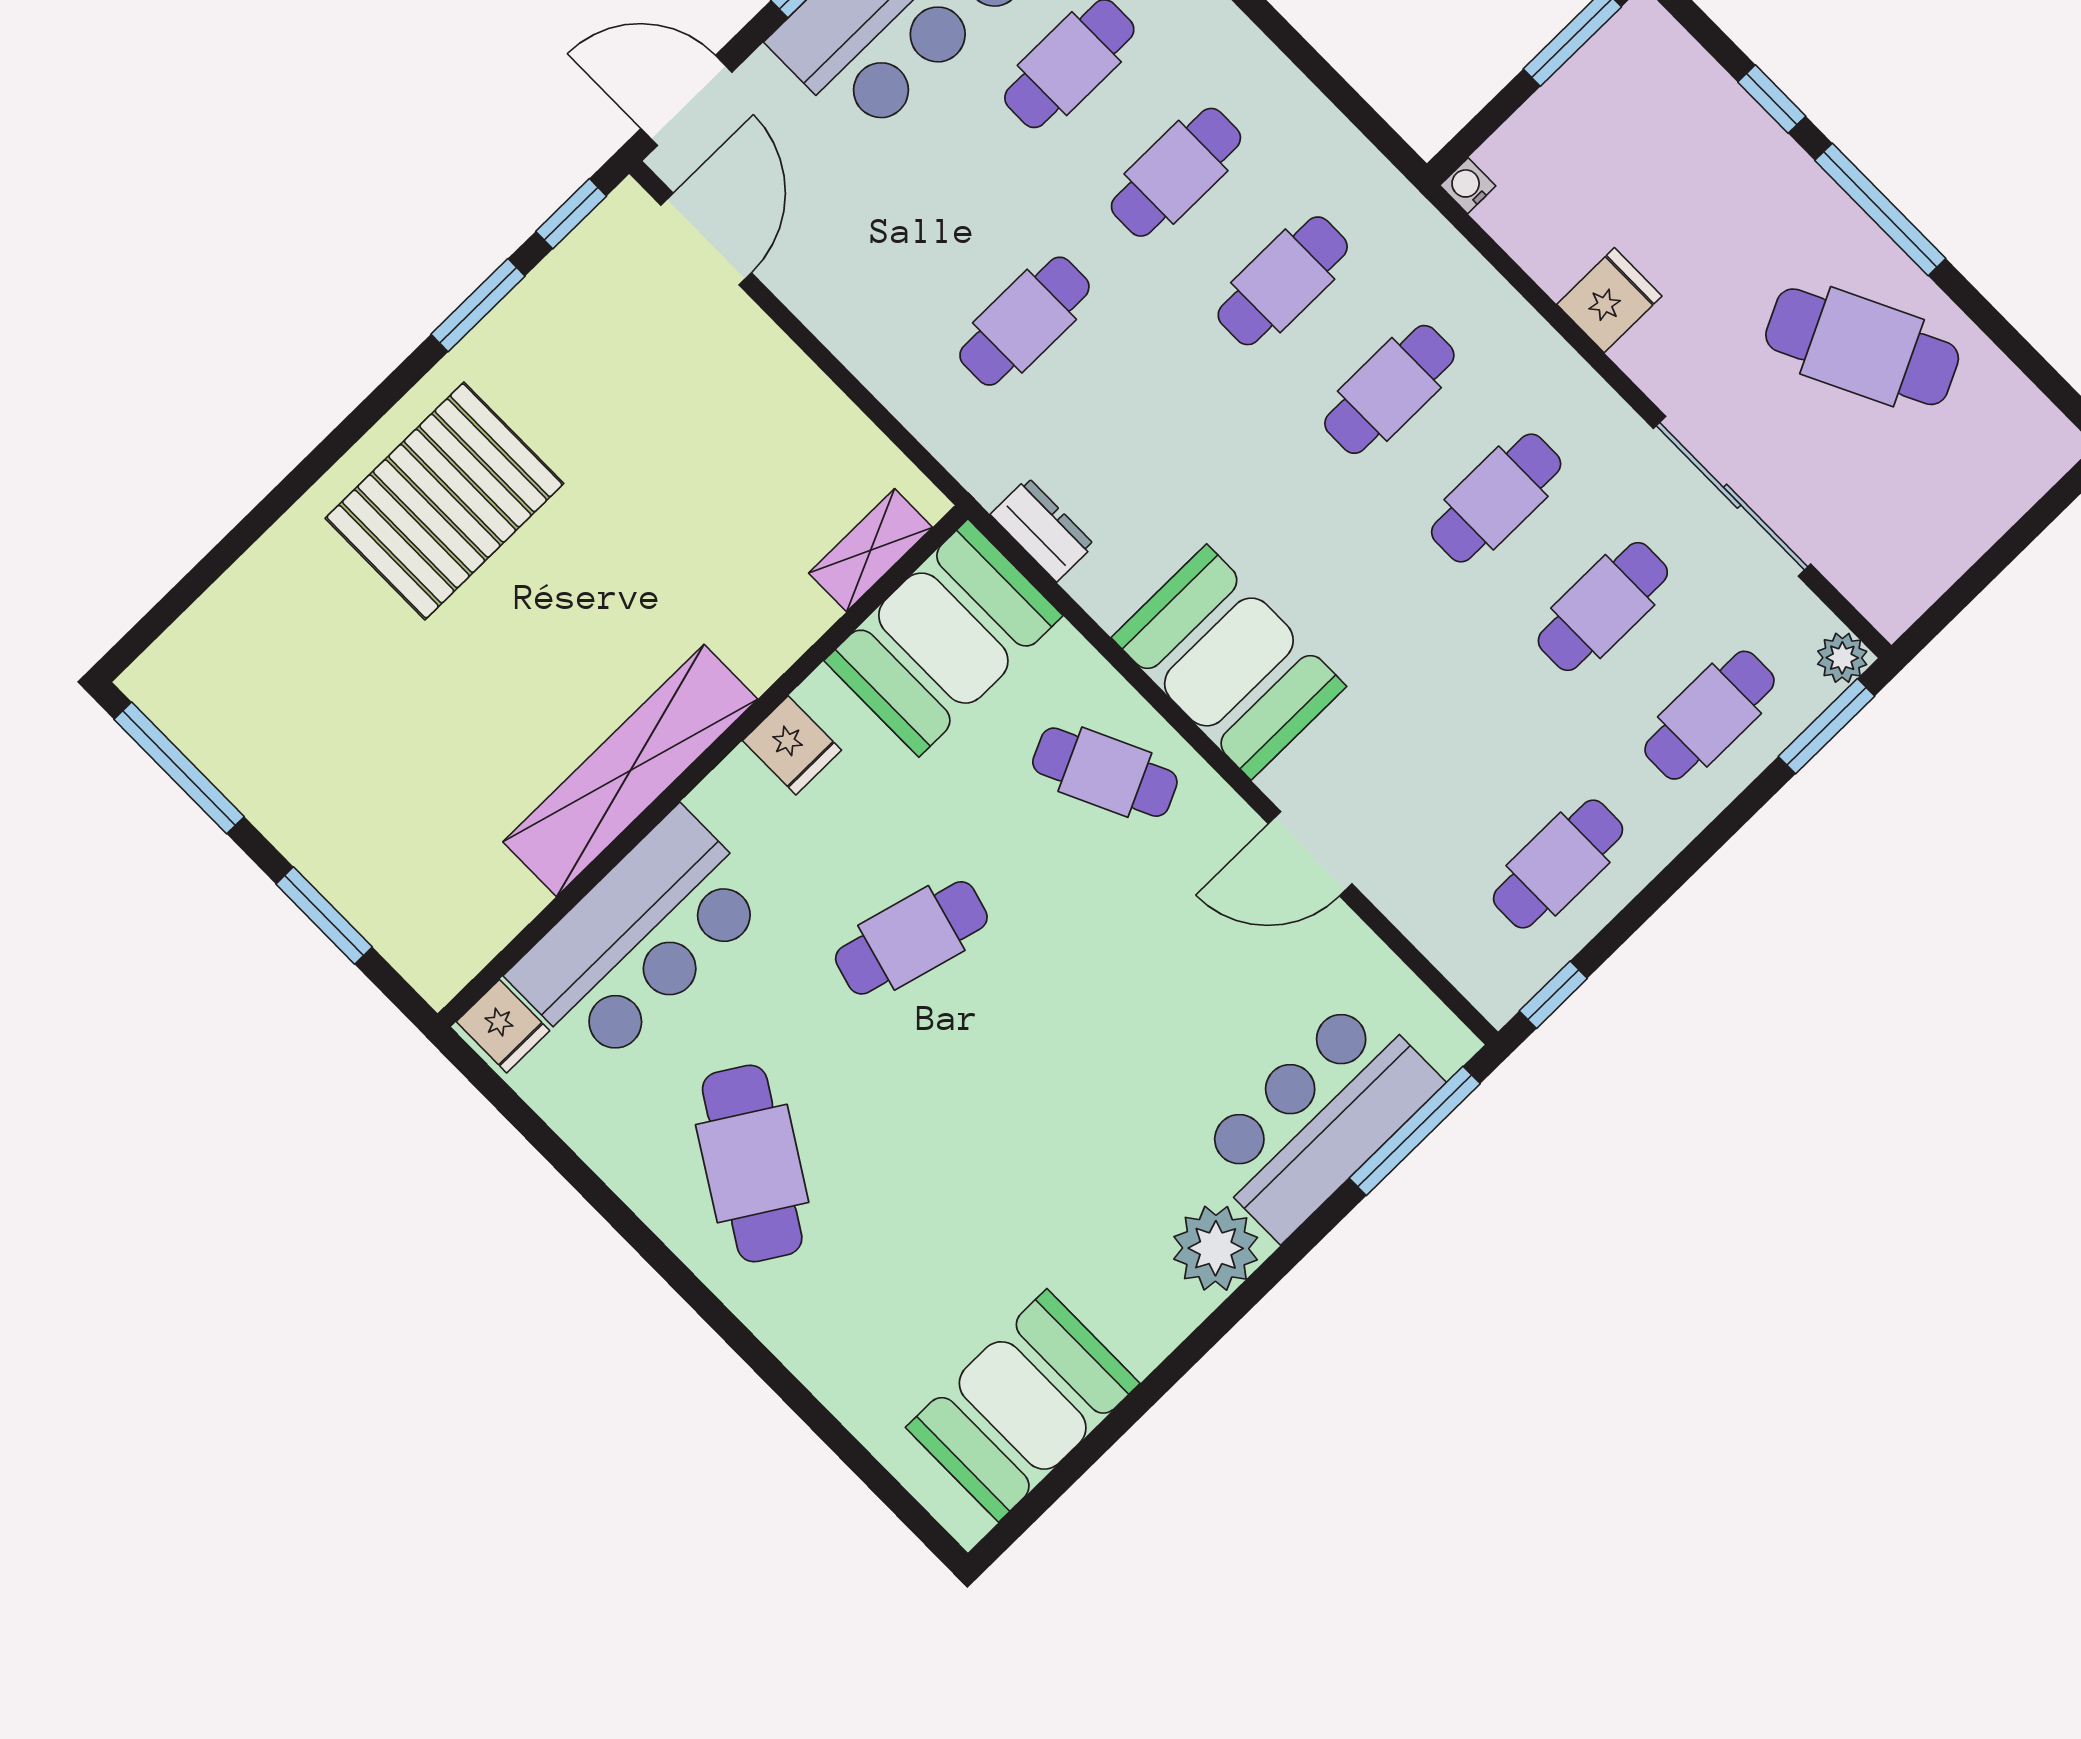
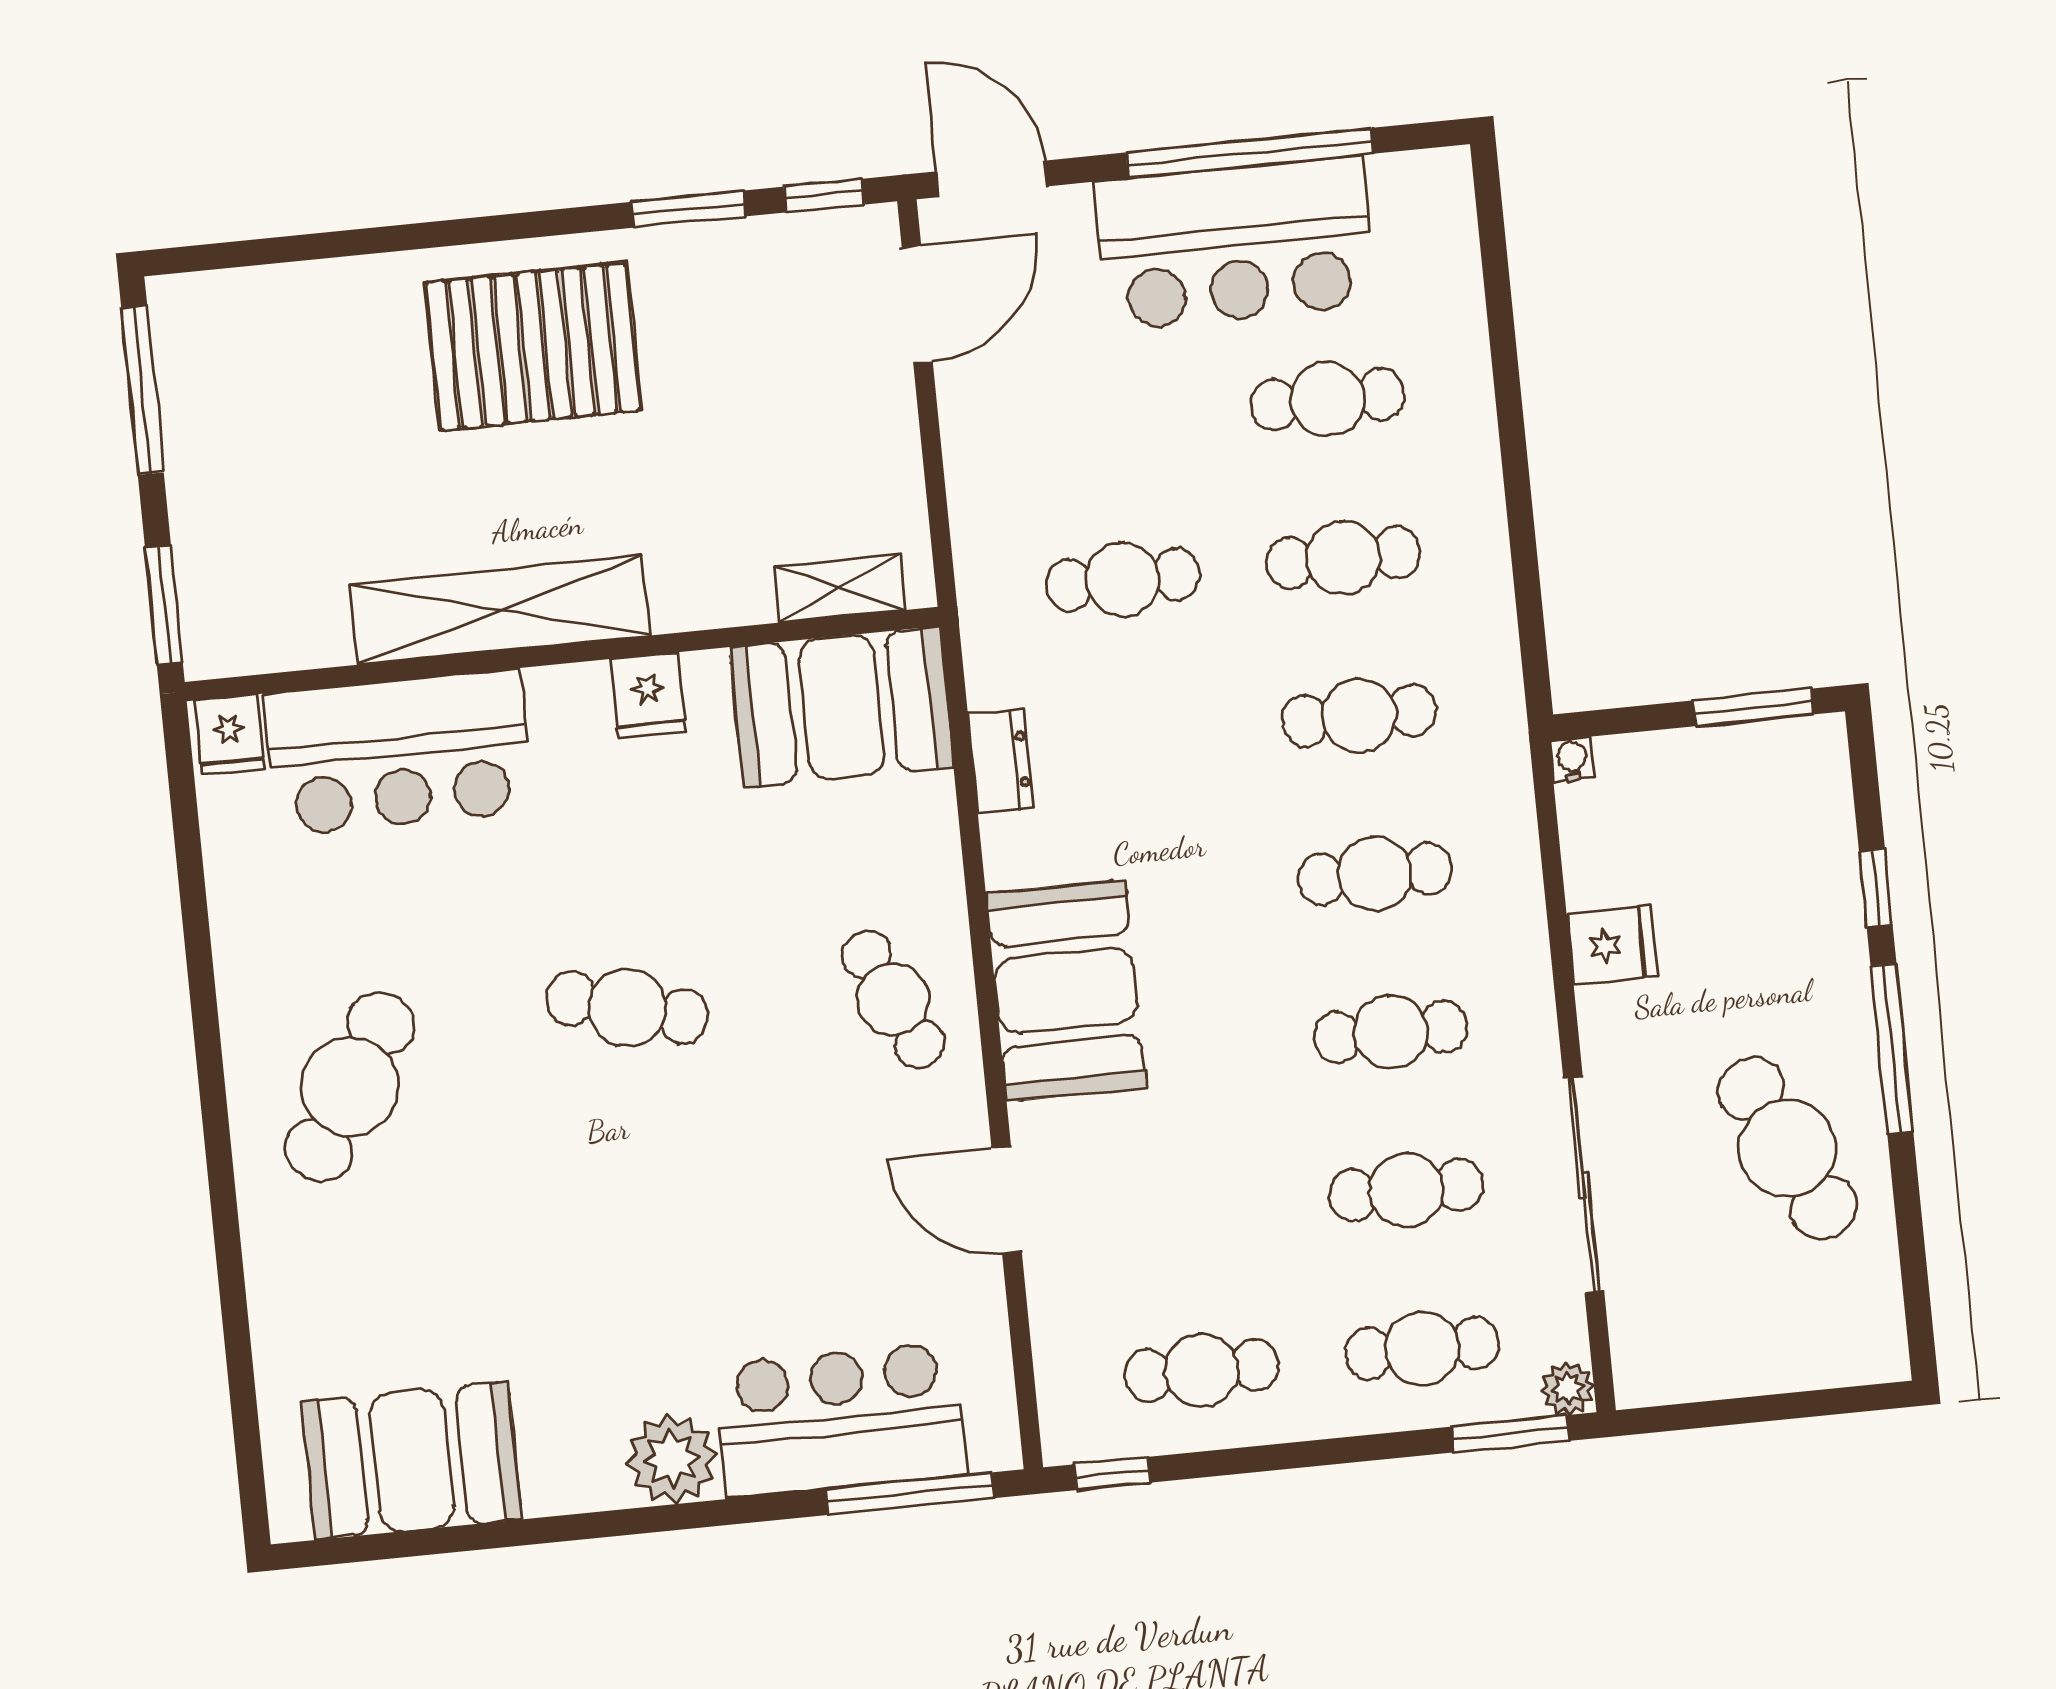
shelving: (871, 550) -> (840, 588), moved
booth: (943, 638) -> (842, 707), moved
fridge: (792, 745) -> (648, 695), moved
wall: (703, 766) -> (562, 654), moved
shelving: (630, 771) -> (500, 610), moved
bar counter: (640, 938) -> (398, 752), moved
fridge: (503, 1026) -> (229, 735), moved

